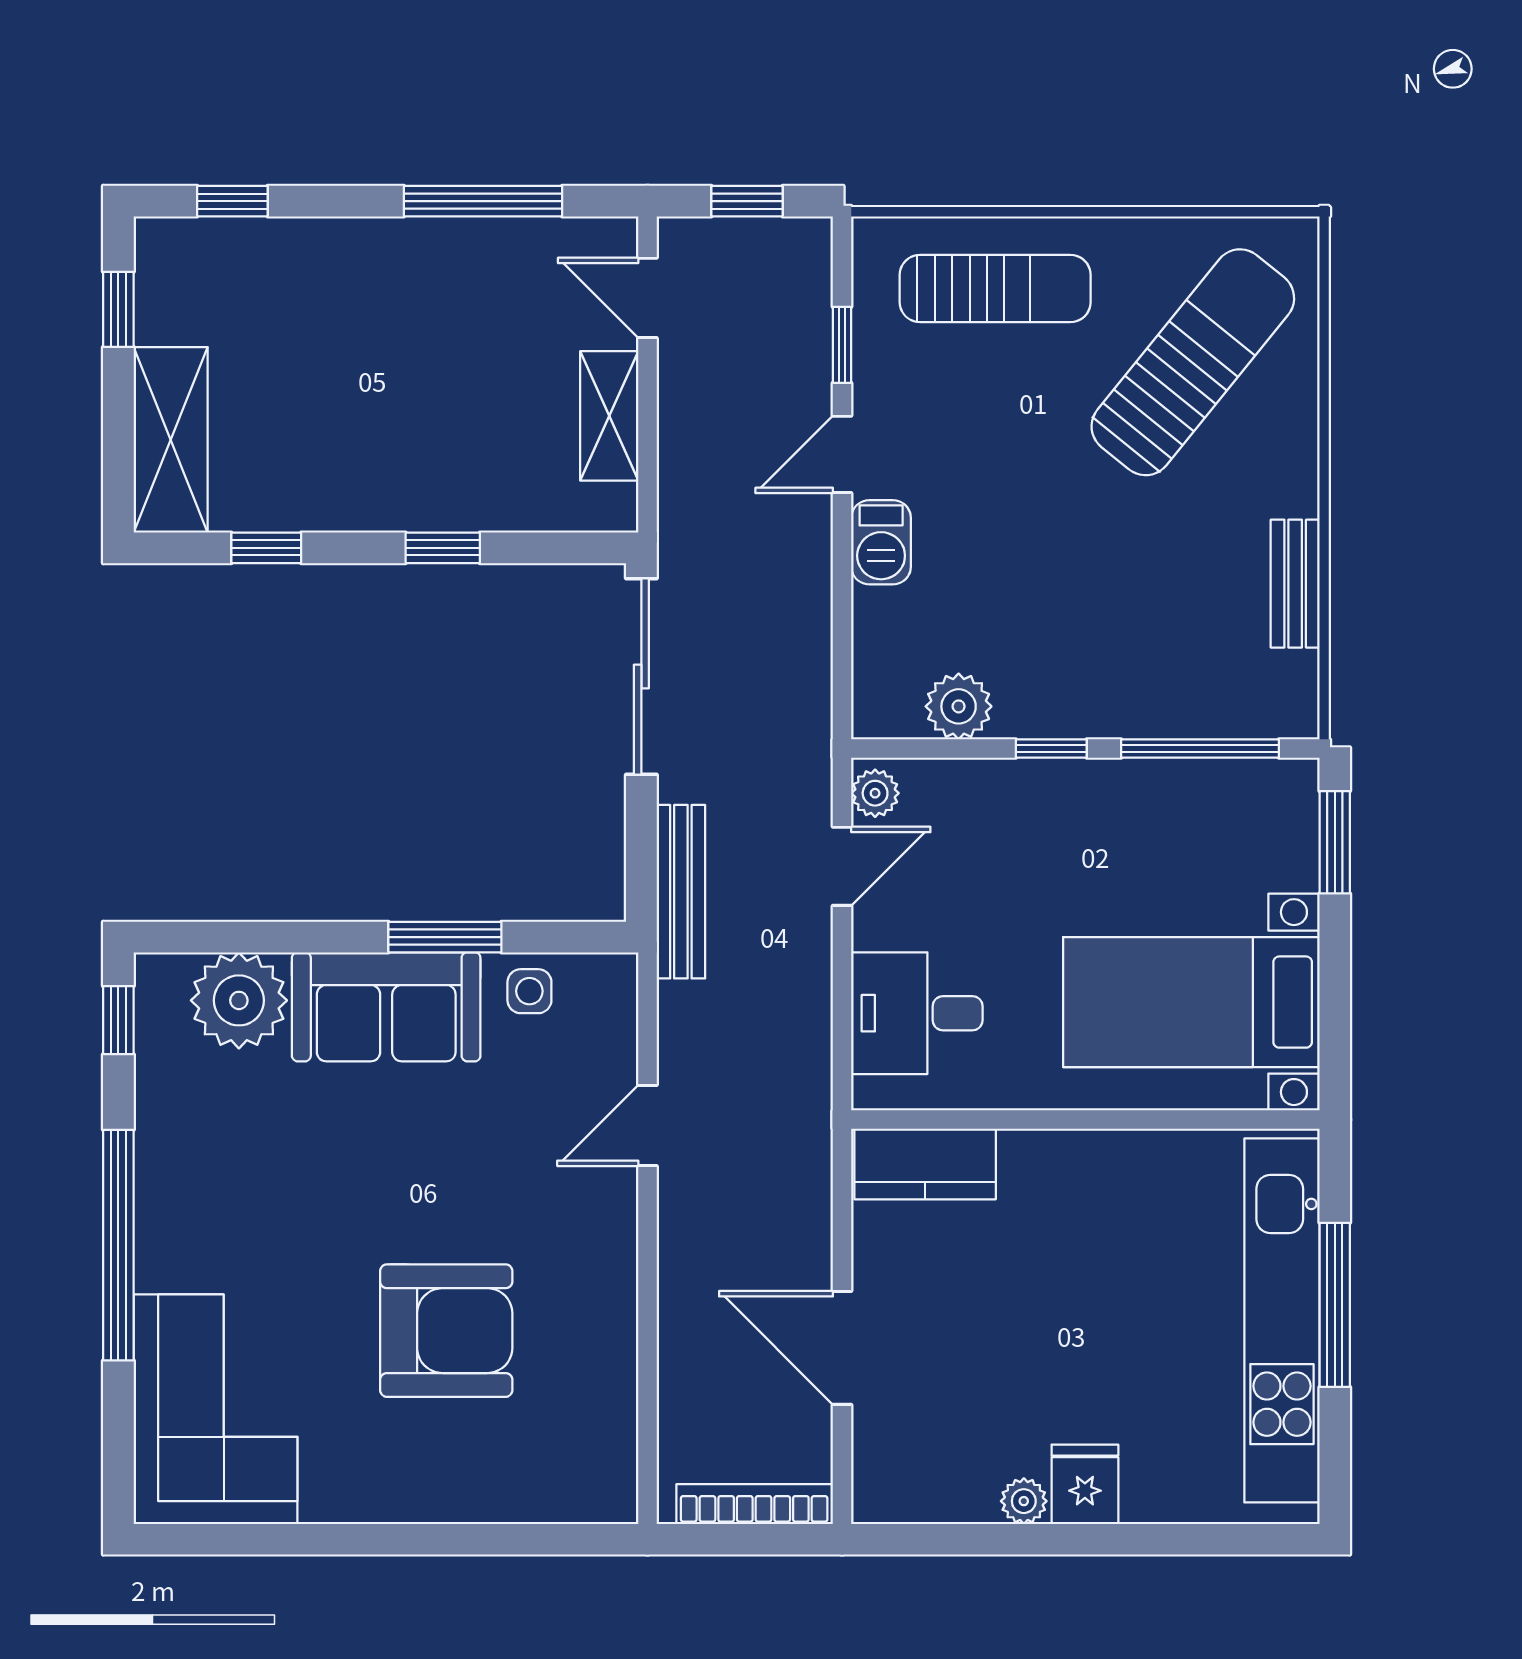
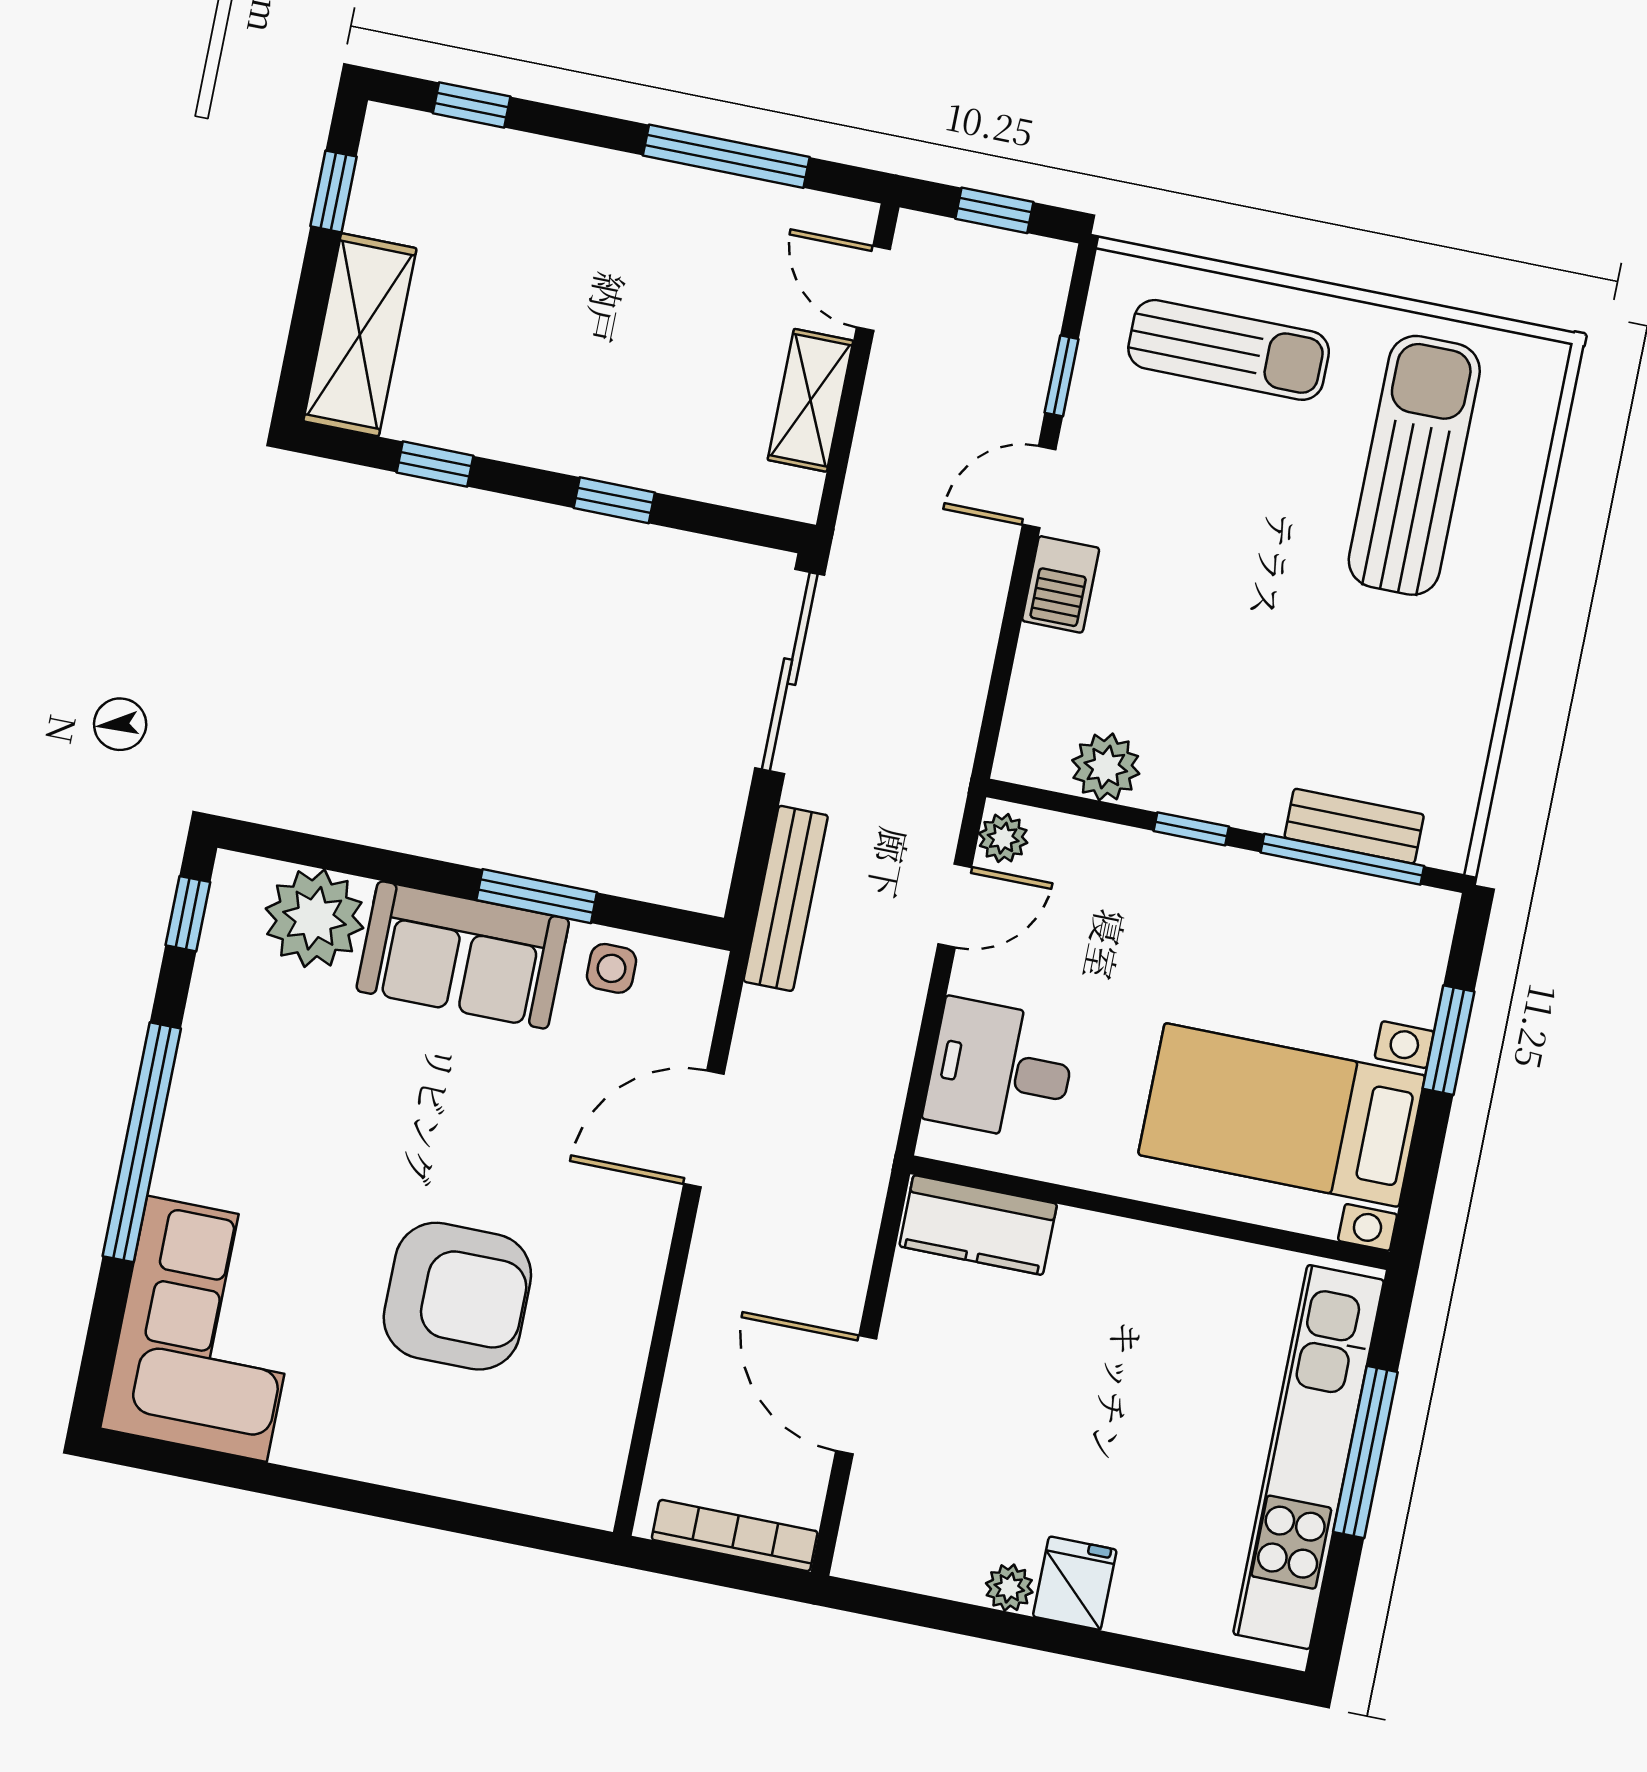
sun lounger: (1193, 362) -> (1414, 465), turned -39
bench: (1295, 584) -> (1354, 826), moved, turned 90
window: (1335, 842) -> (1448, 1040), moved
door: (647, 1125) -> (704, 1129), width x1.38

